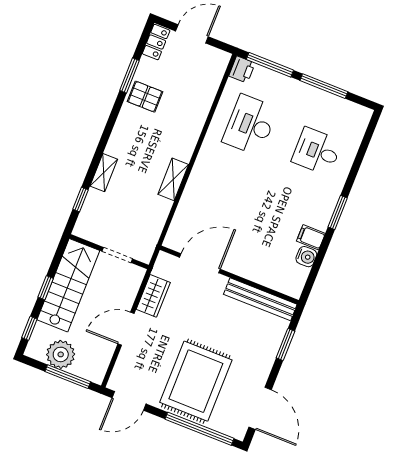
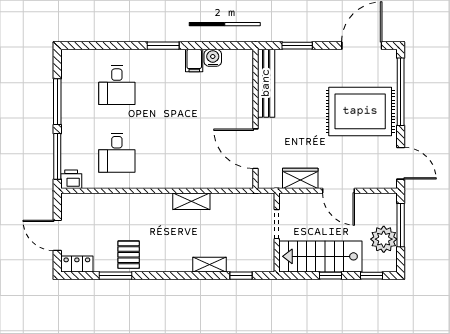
desk: (250, 125) -> (117, 153), width x0.73

